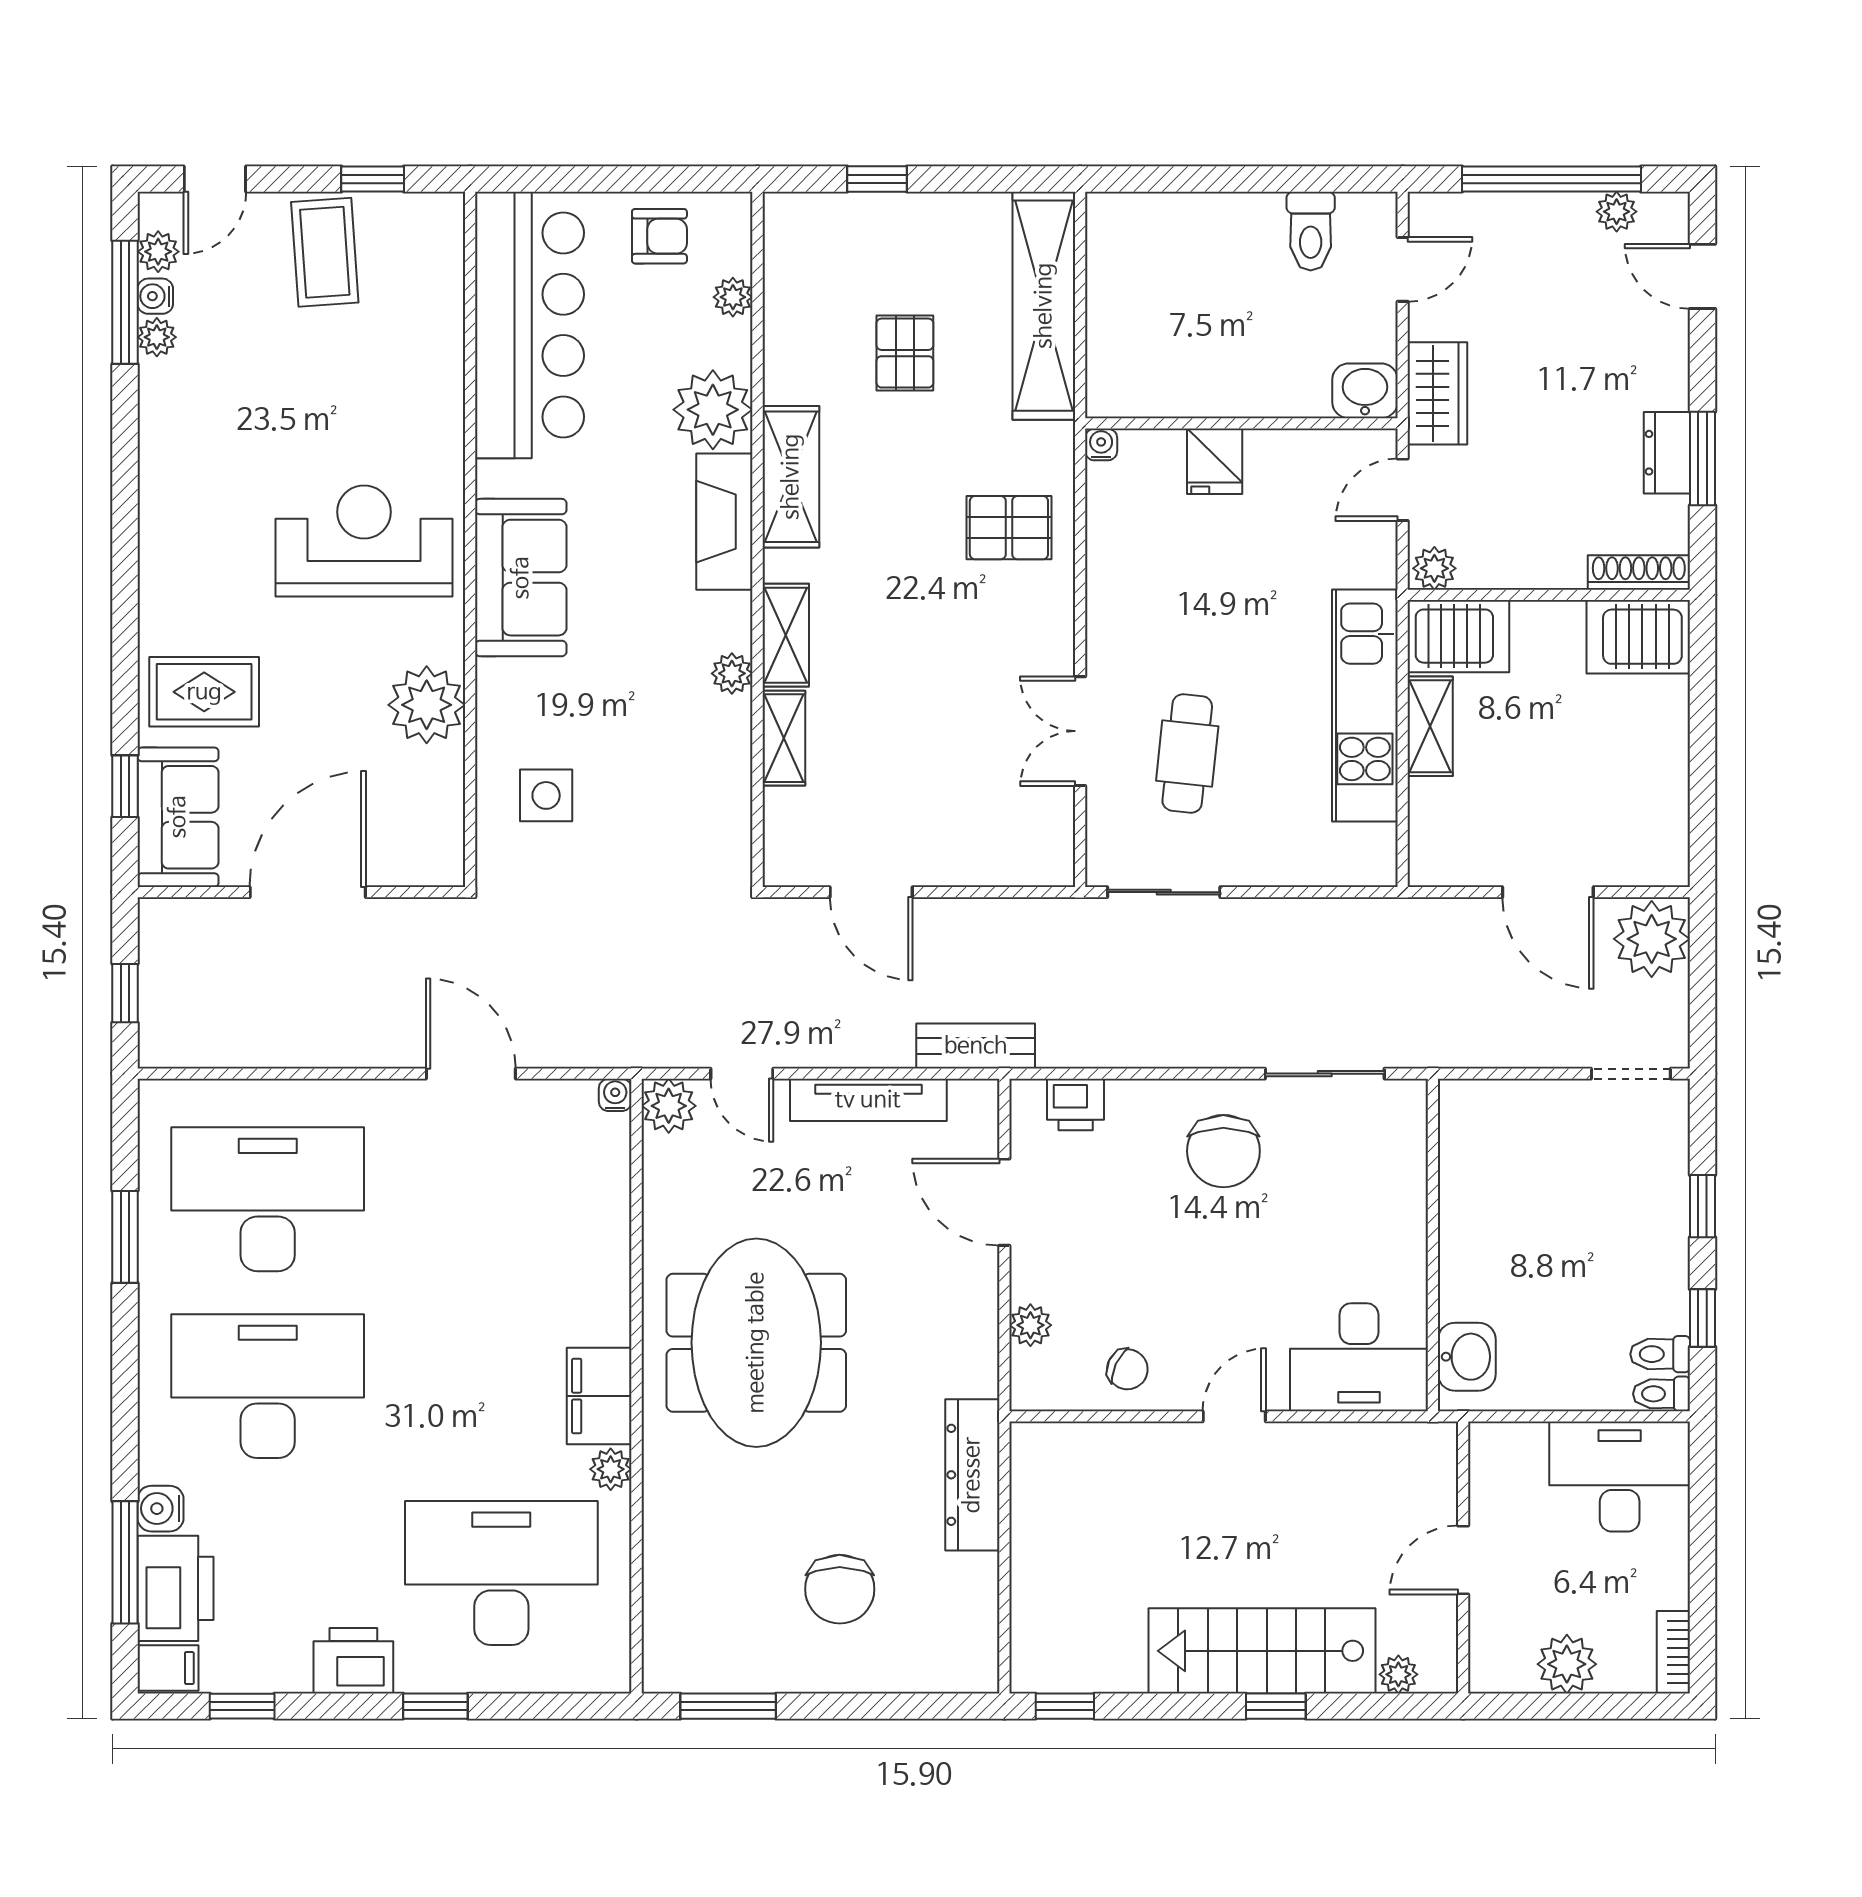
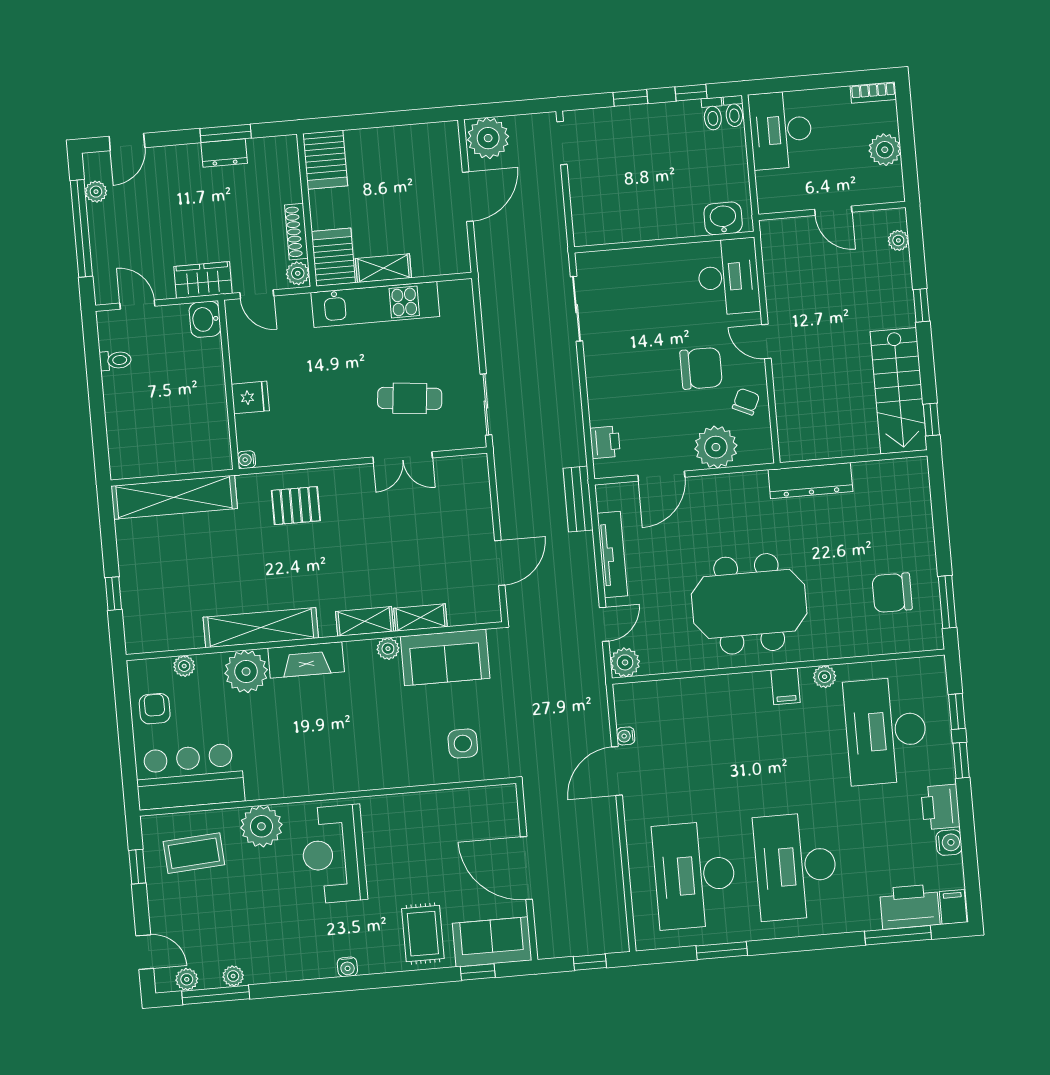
toilet: (1311, 231) -> (115, 360), width x0.73, depth x0.72
coffee table: (325, 252) -> (194, 853), moved
water cooler: (155, 296) -> (347, 967), moved
bar counter: (530, 325) -> (190, 776), width x0.73
pallet: (905, 353) -> (206, 570), removed
shelving: (791, 477) -> (261, 628), width x1.47
pallet: (1009, 528) -> (296, 506), turned 90
shoe rack: (1639, 572) -> (296, 232), moved
sofa: (521, 578) -> (445, 657), moved, turned 180
plant: (427, 705) -> (261, 826), moved
water cooler: (615, 1095) -> (626, 736), moved
chair: (1223, 1151) -> (701, 368), moved
plant: (1030, 1325) -> (716, 447), width x1.87, depth x1.87
filing cabinet: (599, 1396) -> (785, 686), width x0.50
water cooler: (161, 1509) -> (949, 843), moved, turned -90
chair: (840, 1589) -> (892, 593), moved, turned 180
stairs: (1262, 1651) -> (899, 391), moved
window: (242, 1706) -> (957, 712), moved

